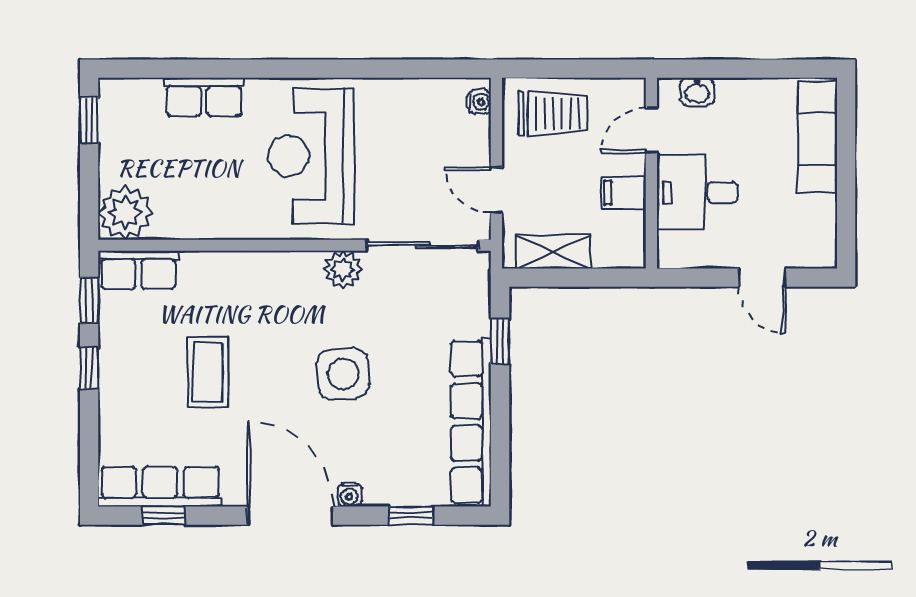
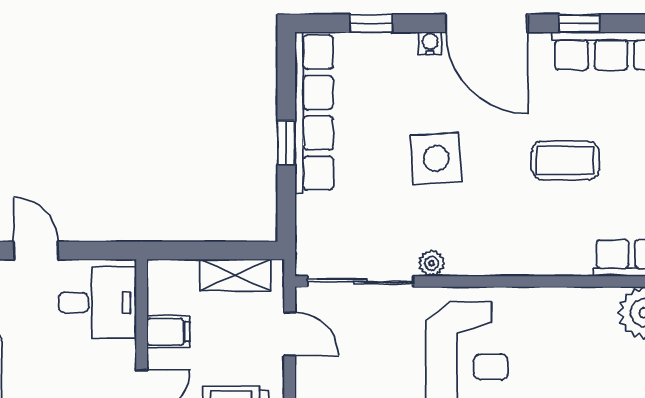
desk: (697, 192) -> (98, 303), moved
plant: (343, 269) -> (431, 263), width x0.73, depth x0.73
window: (500, 341) -> (286, 143), moved
coffee table: (208, 372) -> (565, 161), turned 90
window: (164, 516) -> (579, 23), moved

